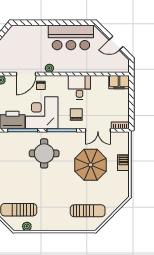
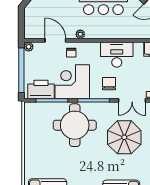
door: (26, 74) -> (55, 40), swing flipped
desk: (79, 87) -> (117, 55), width x1.37
round table: (44, 153) -> (75, 125), width x1.36, depth x1.36

